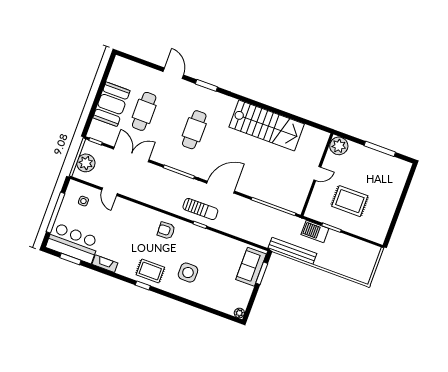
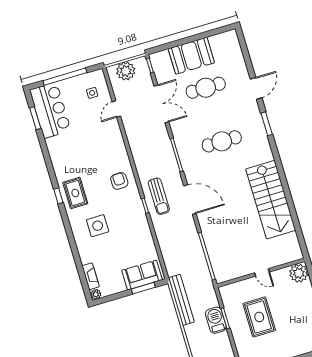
barbecue: (315, 232) -> (216, 320), moved
fireplace: (105, 264) -> (91, 276), moved

